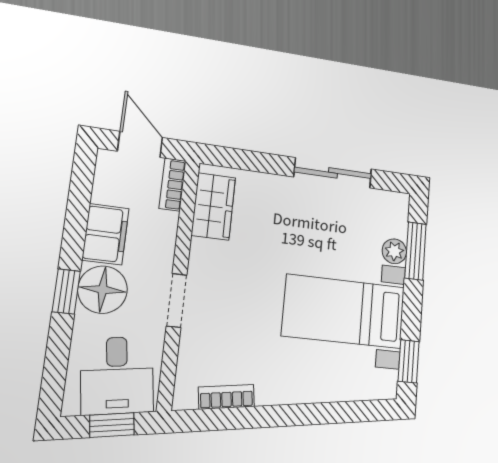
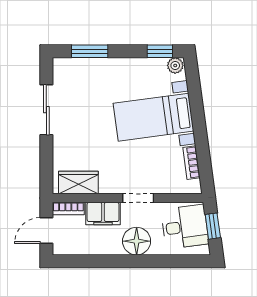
filing cabinet: (106, 234) -> (103, 214), moved, turned 180
plant: (394, 251) -> (175, 65), moved
window: (66, 291) -> (140, 261), removed
bed with nightstands: (344, 311) -> (153, 117), moved, turned 82

